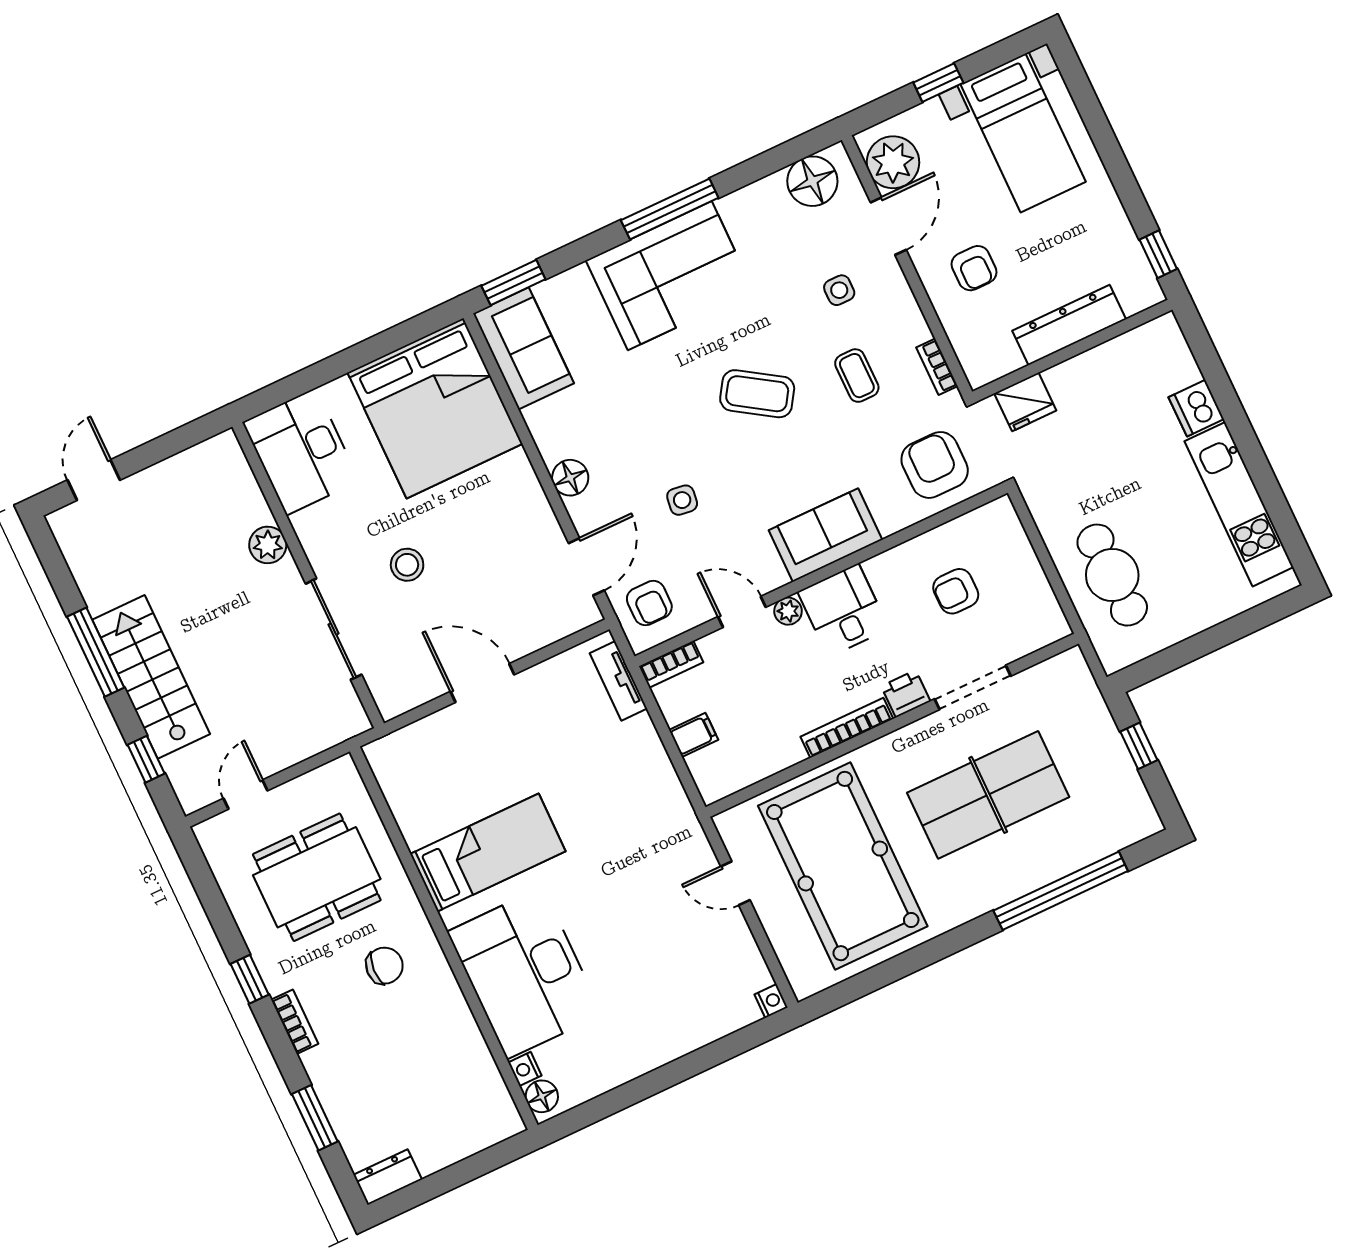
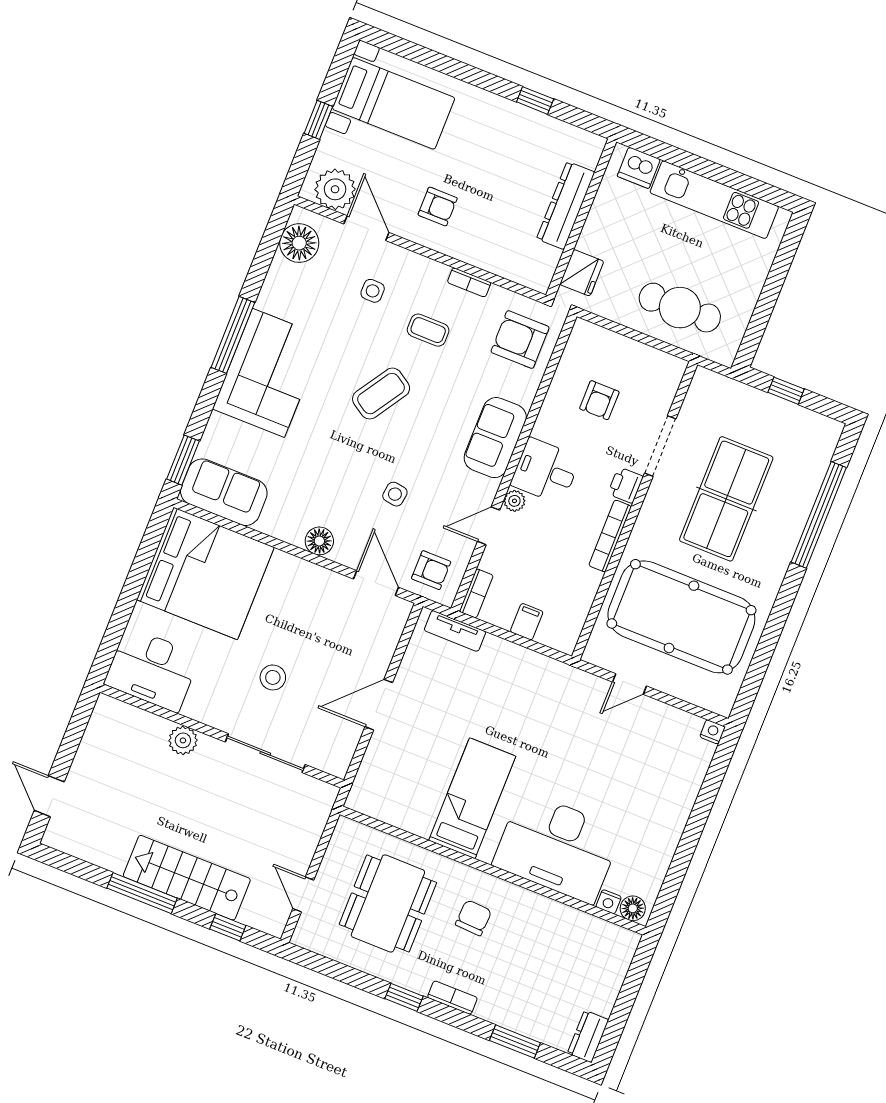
dresser: (1069, 325) -> (566, 206), moved
wall: (1072, 351) -> (581, 218), moved
fridge: (1025, 402) -> (582, 273), moved

